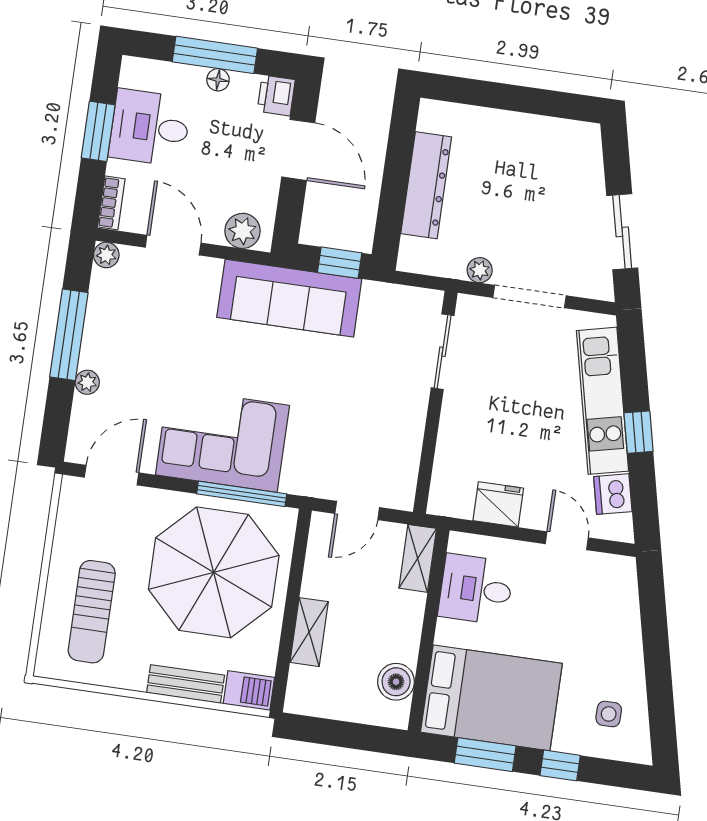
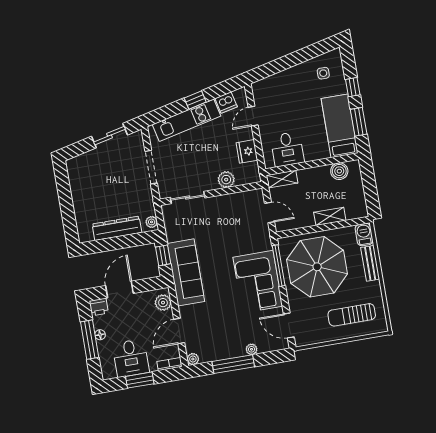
plant: (480, 270) -> (152, 222), moved
plant: (454, 443) -> (226, 180), added
sun lounger: (92, 612) -> (352, 315), turned 180
bed: (491, 698) -> (340, 126), width x0.67

